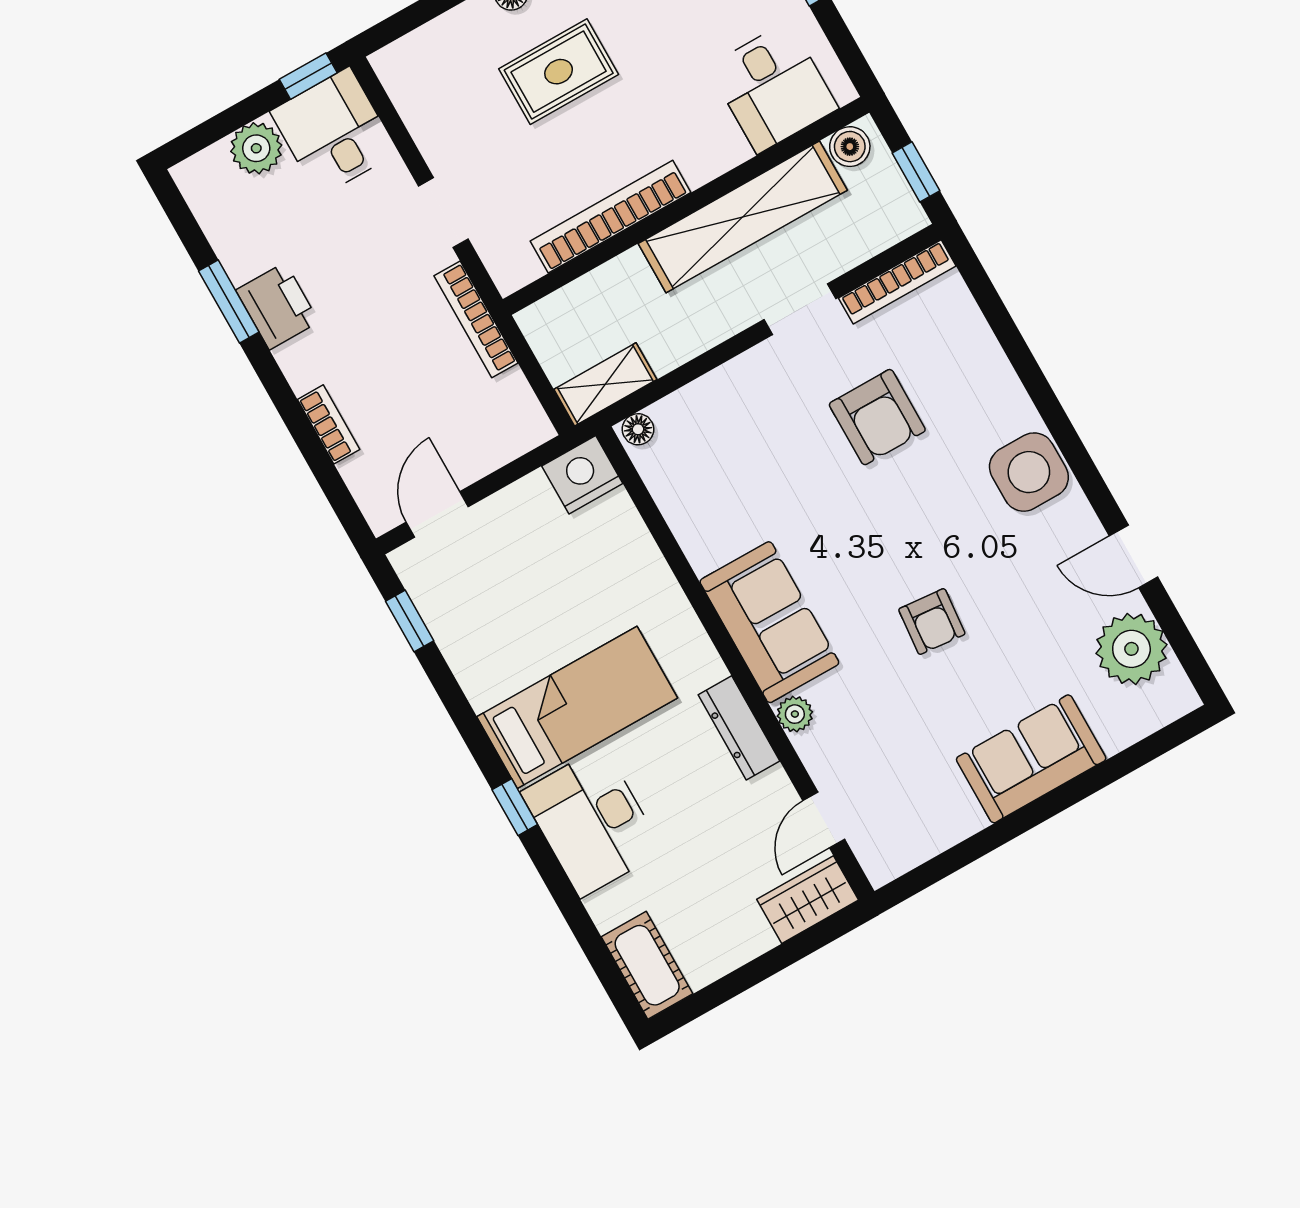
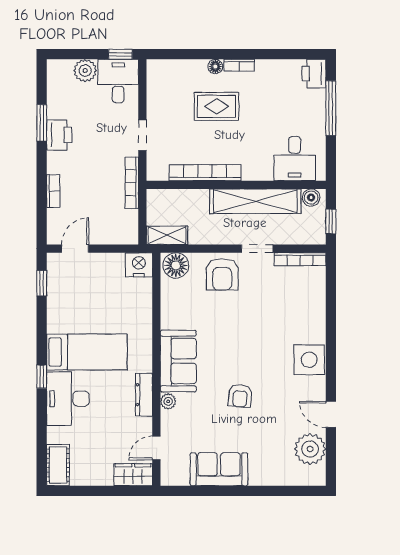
armchair: (877, 417) -> (222, 274), moved
floor lamp: (638, 429) -> (176, 265), width x1.89, depth x1.89
sofa: (1031, 759) -> (219, 469), moved

